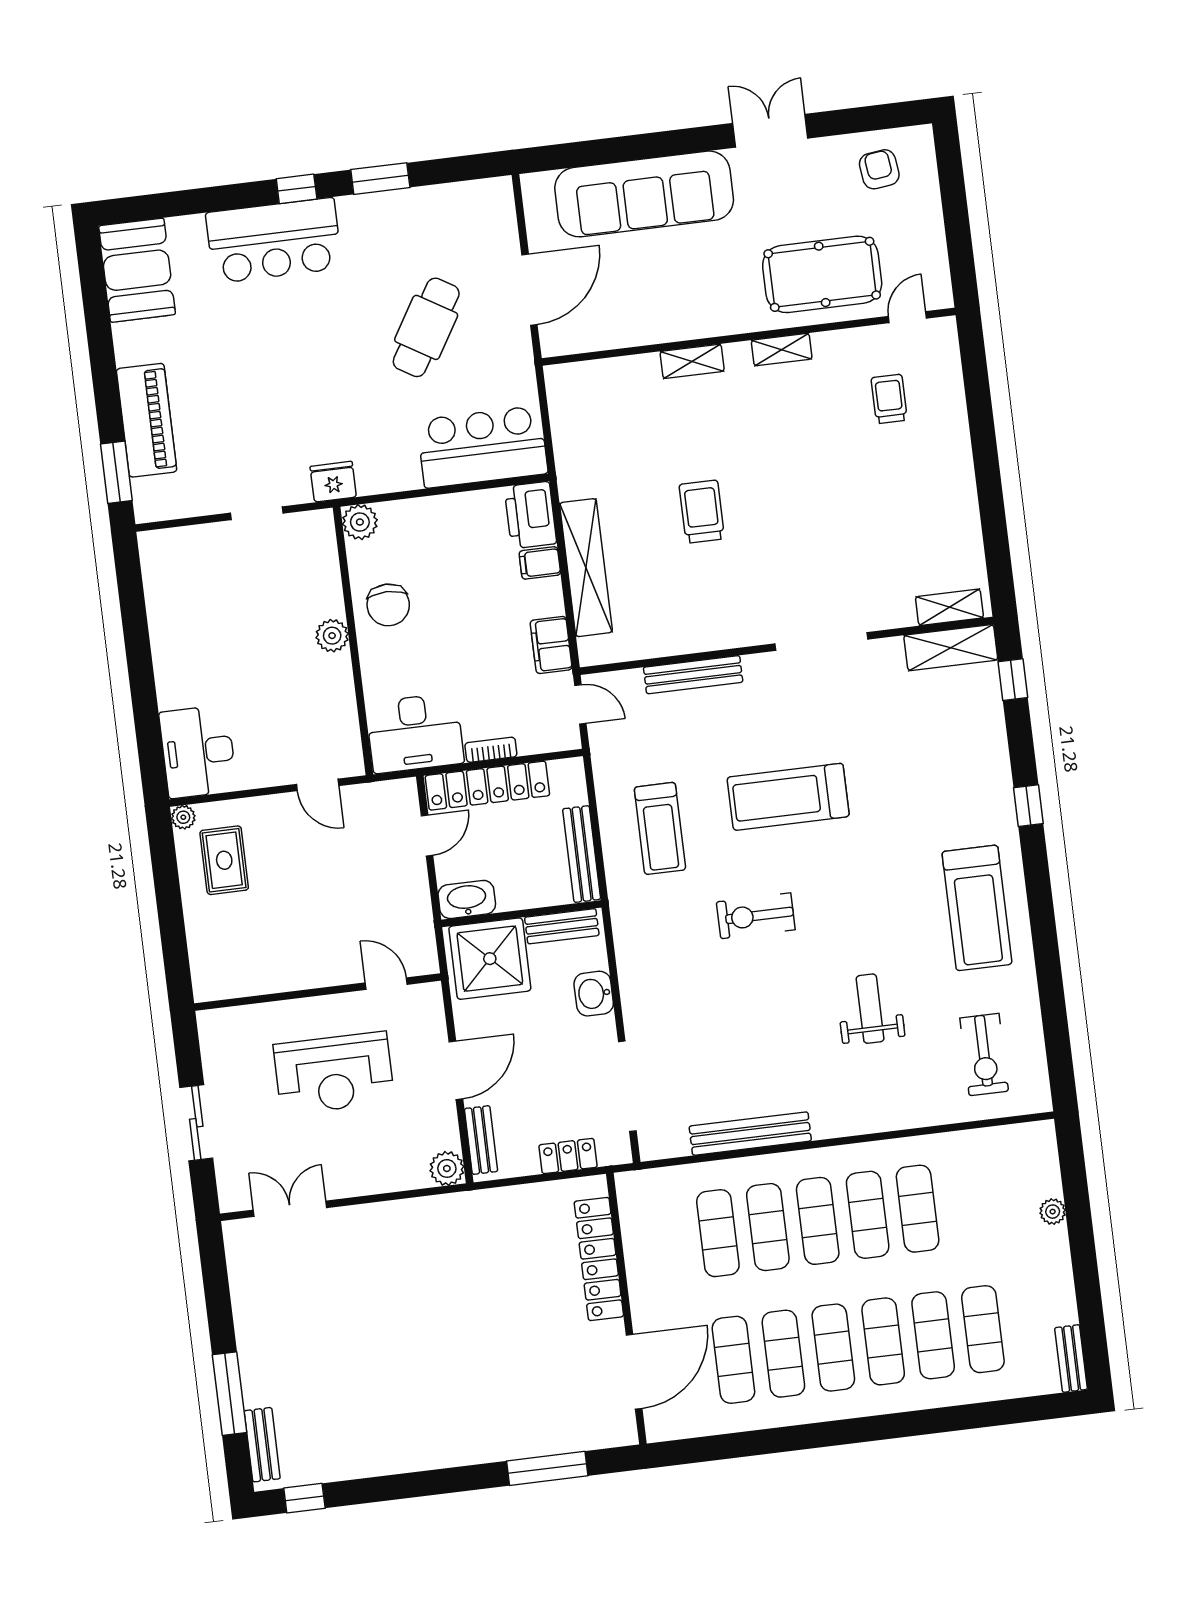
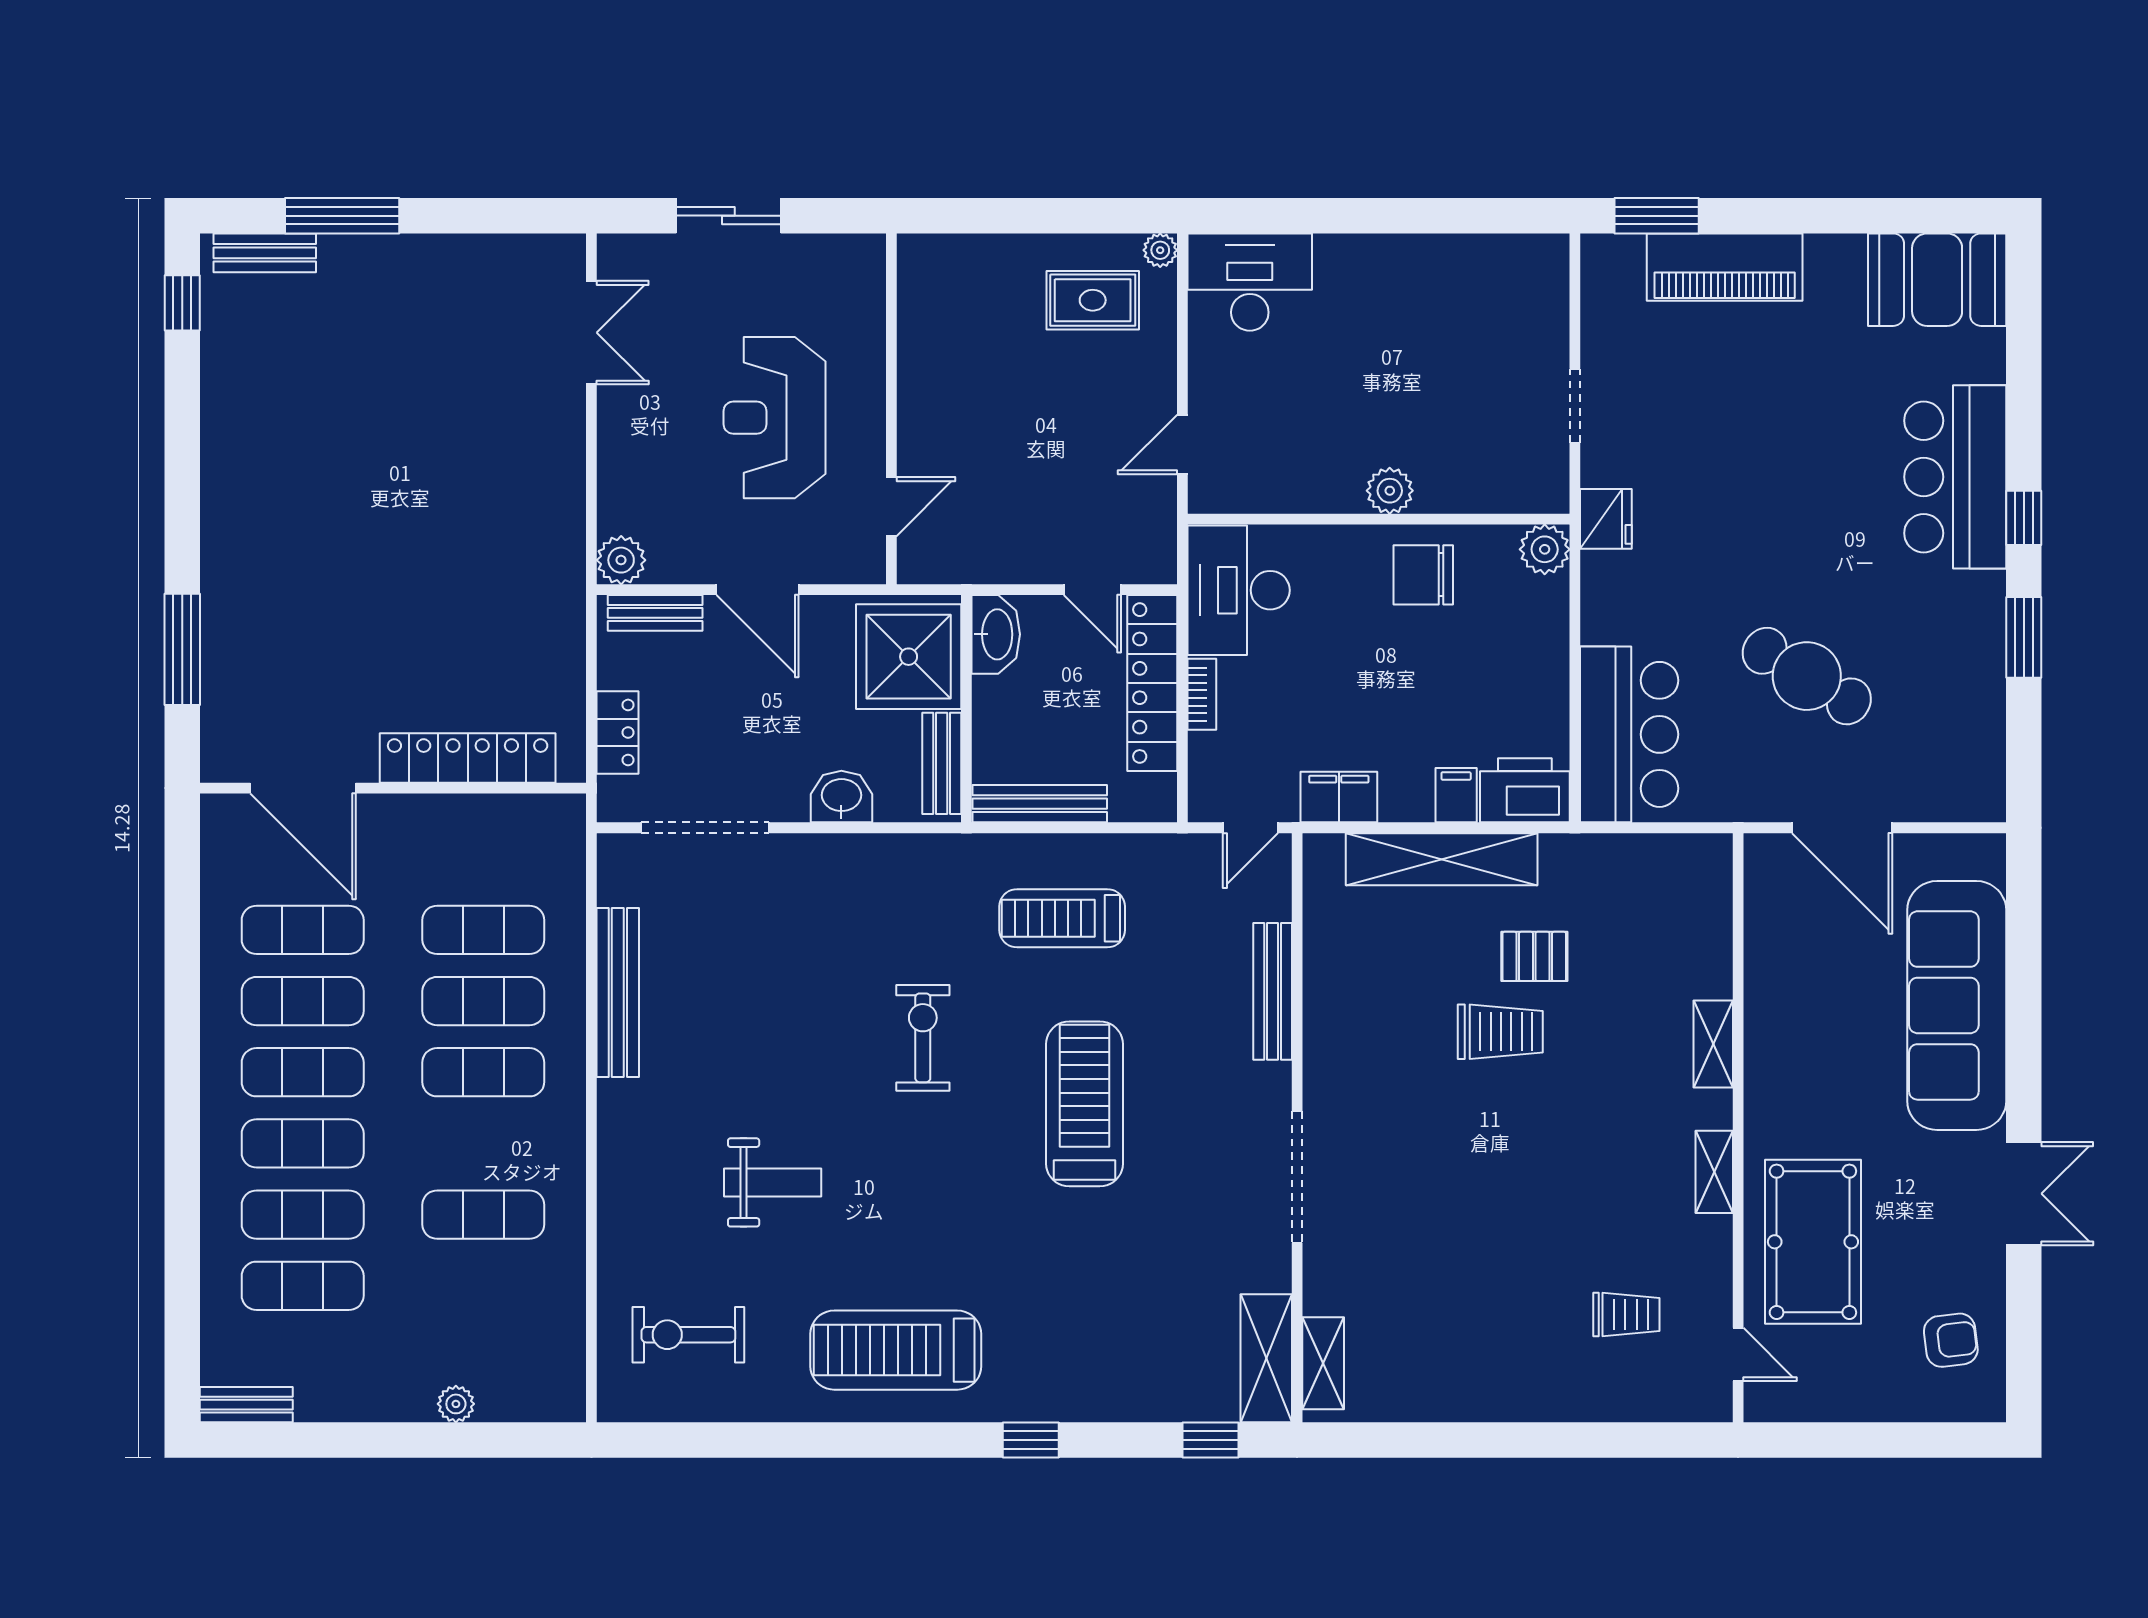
pallet: (646, 494) -> (1534, 956), added
exercise mat: (868, 1215) -> (483, 1143), removed

